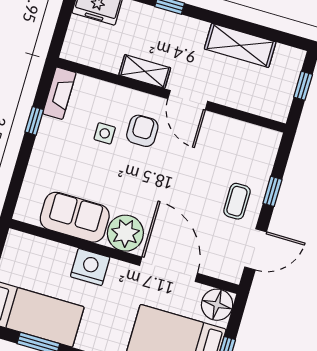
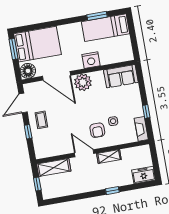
shelving: (240, 45) -> (54, 167), moved
sofa: (75, 217) -> (121, 76), moved

